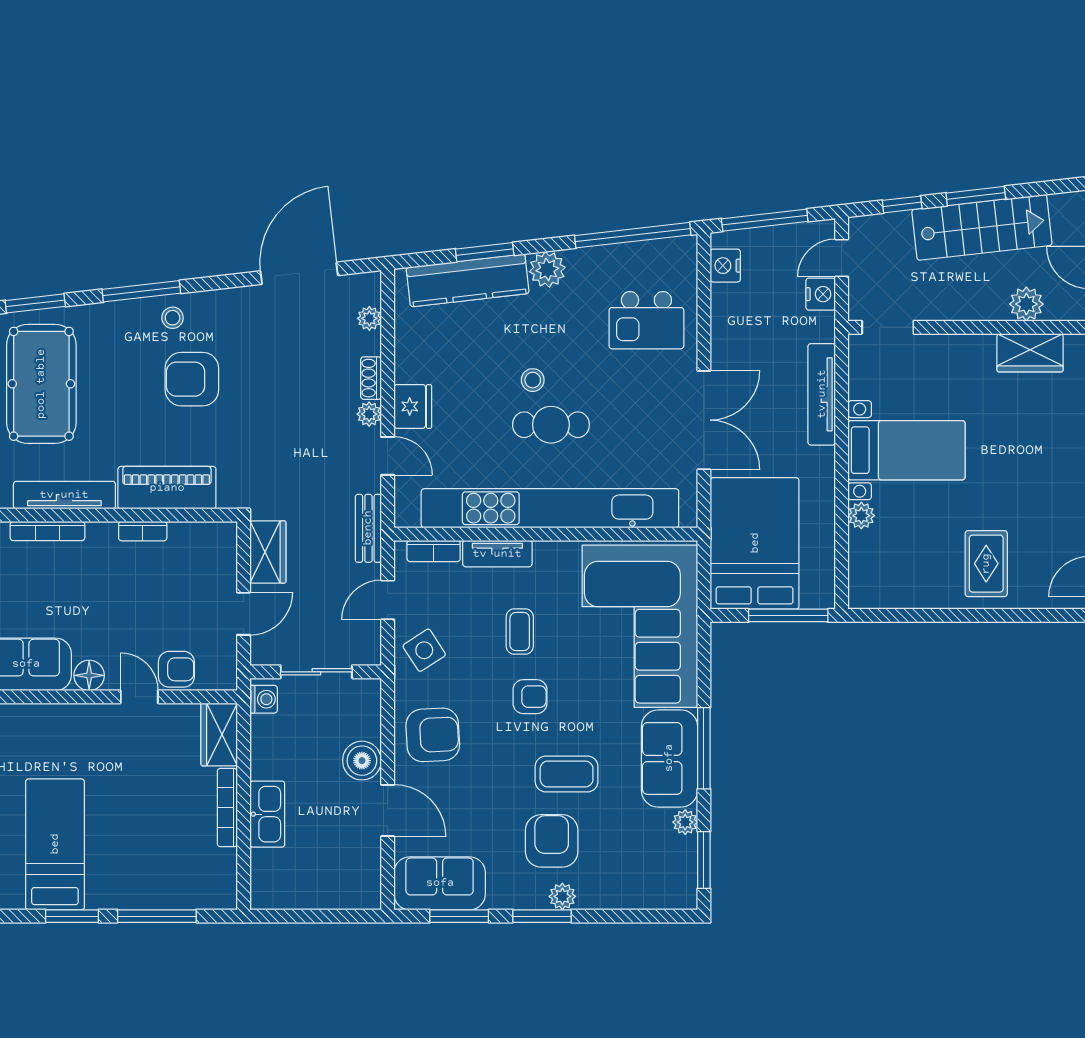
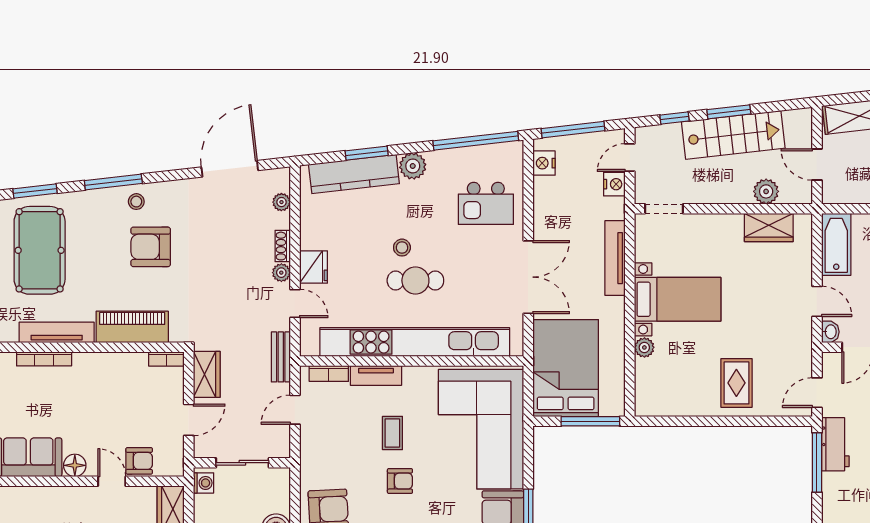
bookcase: (143, 531) -> (166, 359), moved
side table: (424, 650) -> (322, 447), removed

